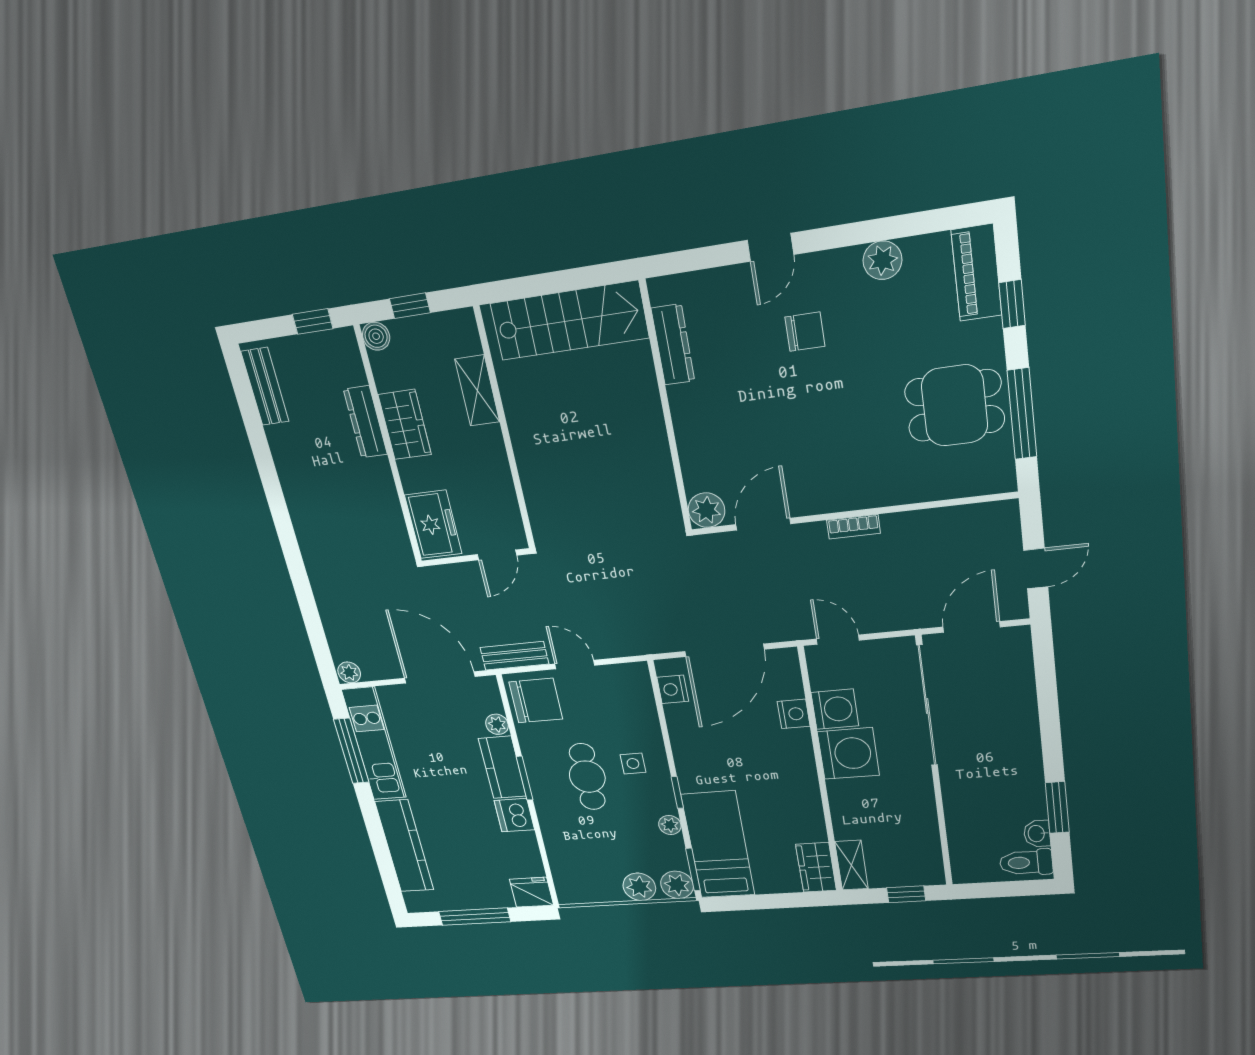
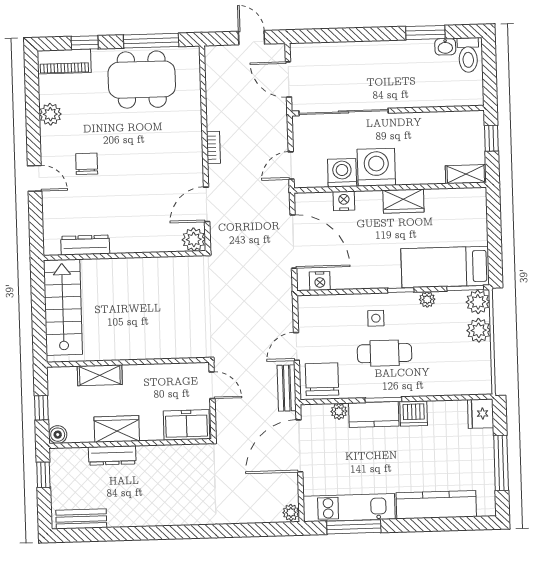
dining table: (955, 406) -> (142, 80), width x1.38
door: (763, 524) -> (207, 204), hinge flipped
wardrobe: (816, 867) -> (403, 201), moved

